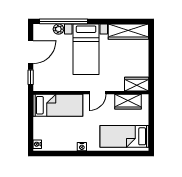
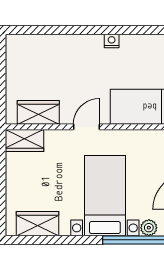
wardrobe: (128, 32) -> (38, 224), width x0.67
bed: (124, 136) -> (44, 57), removed

